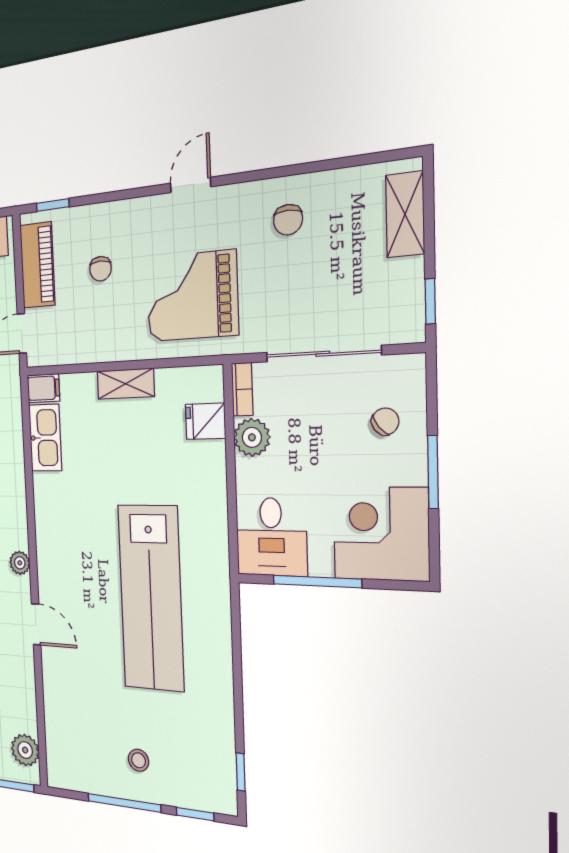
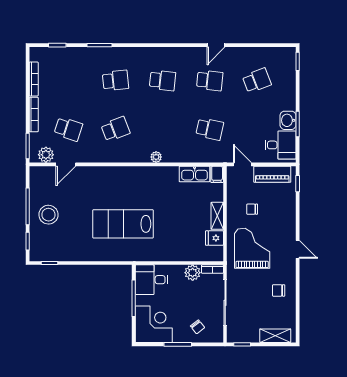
chair: (101, 269) -> (252, 209), moved
fridge: (205, 421) -> (214, 238), moved, turned -90
plant: (20, 563) -> (156, 157), moved
lab bench: (151, 598) -> (123, 224), width x0.73
door: (36, 624) -> (66, 164), moved
stool: (139, 760) -> (48, 215), width x1.89, depth x1.89

